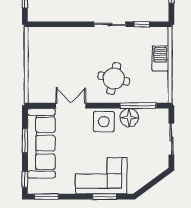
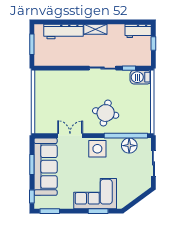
barbecue: (160, 58) -> (141, 77), moved, turned -90
window: (138, 106) -> (126, 136), width x1.46
floor lamp: (129, 118) -> (129, 146), moved

